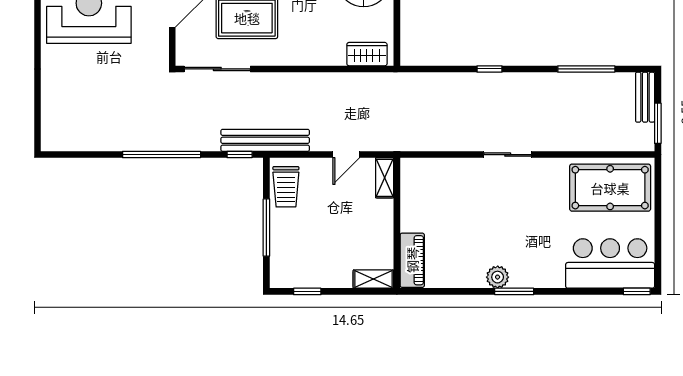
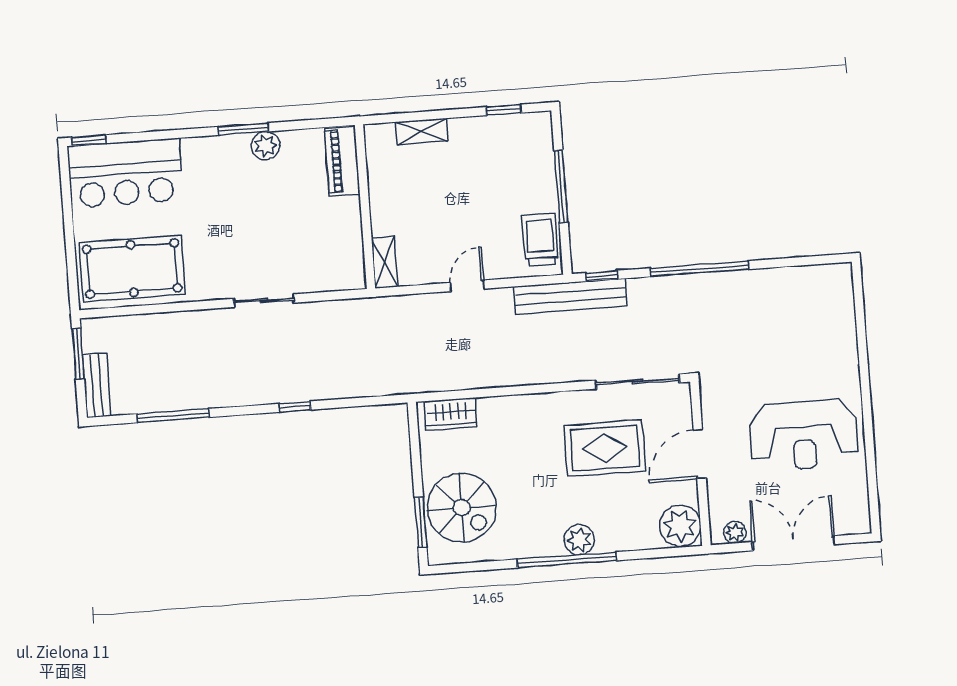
shelving: (385, 178) -> (385, 262), moved
wall: (397, 223) -> (365, 207), moved
piano: (412, 260) -> (342, 161), moved

